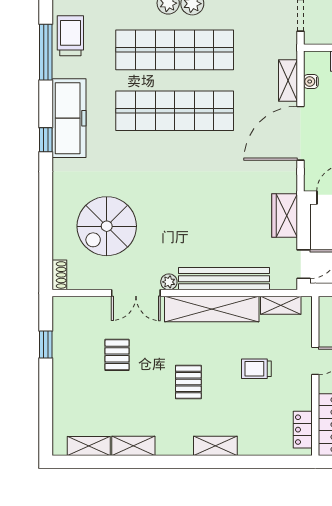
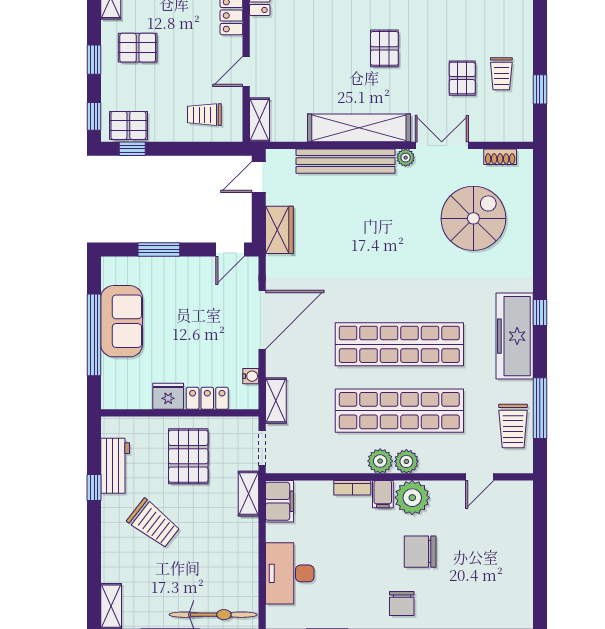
shelving: (288, 80) -> (276, 401), moved
shoe rack: (59, 275) -> (500, 157), moved, turned -90
shelving: (281, 305) -> (259, 120), moved, turned 90
trolley: (256, 369) -> (501, 74), moved, turned 90

